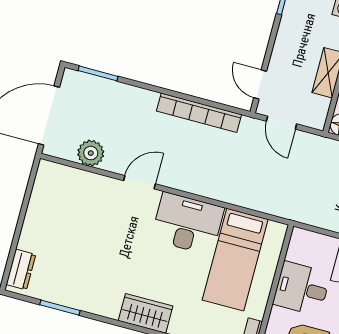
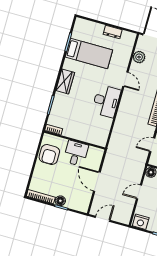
bed: (235, 260) -> (89, 53), moved, turned 180
dresser: (21, 269) -> (113, 32), moved

